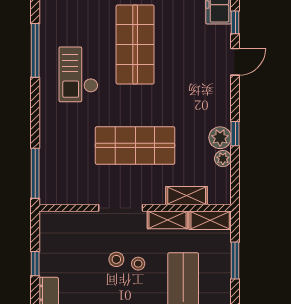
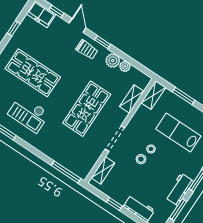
trolley: (212, 95) -> (87, 50), added
window: (235, 134) -> (102, 42), moved
shelving: (168, 220) -> (103, 170), moved

